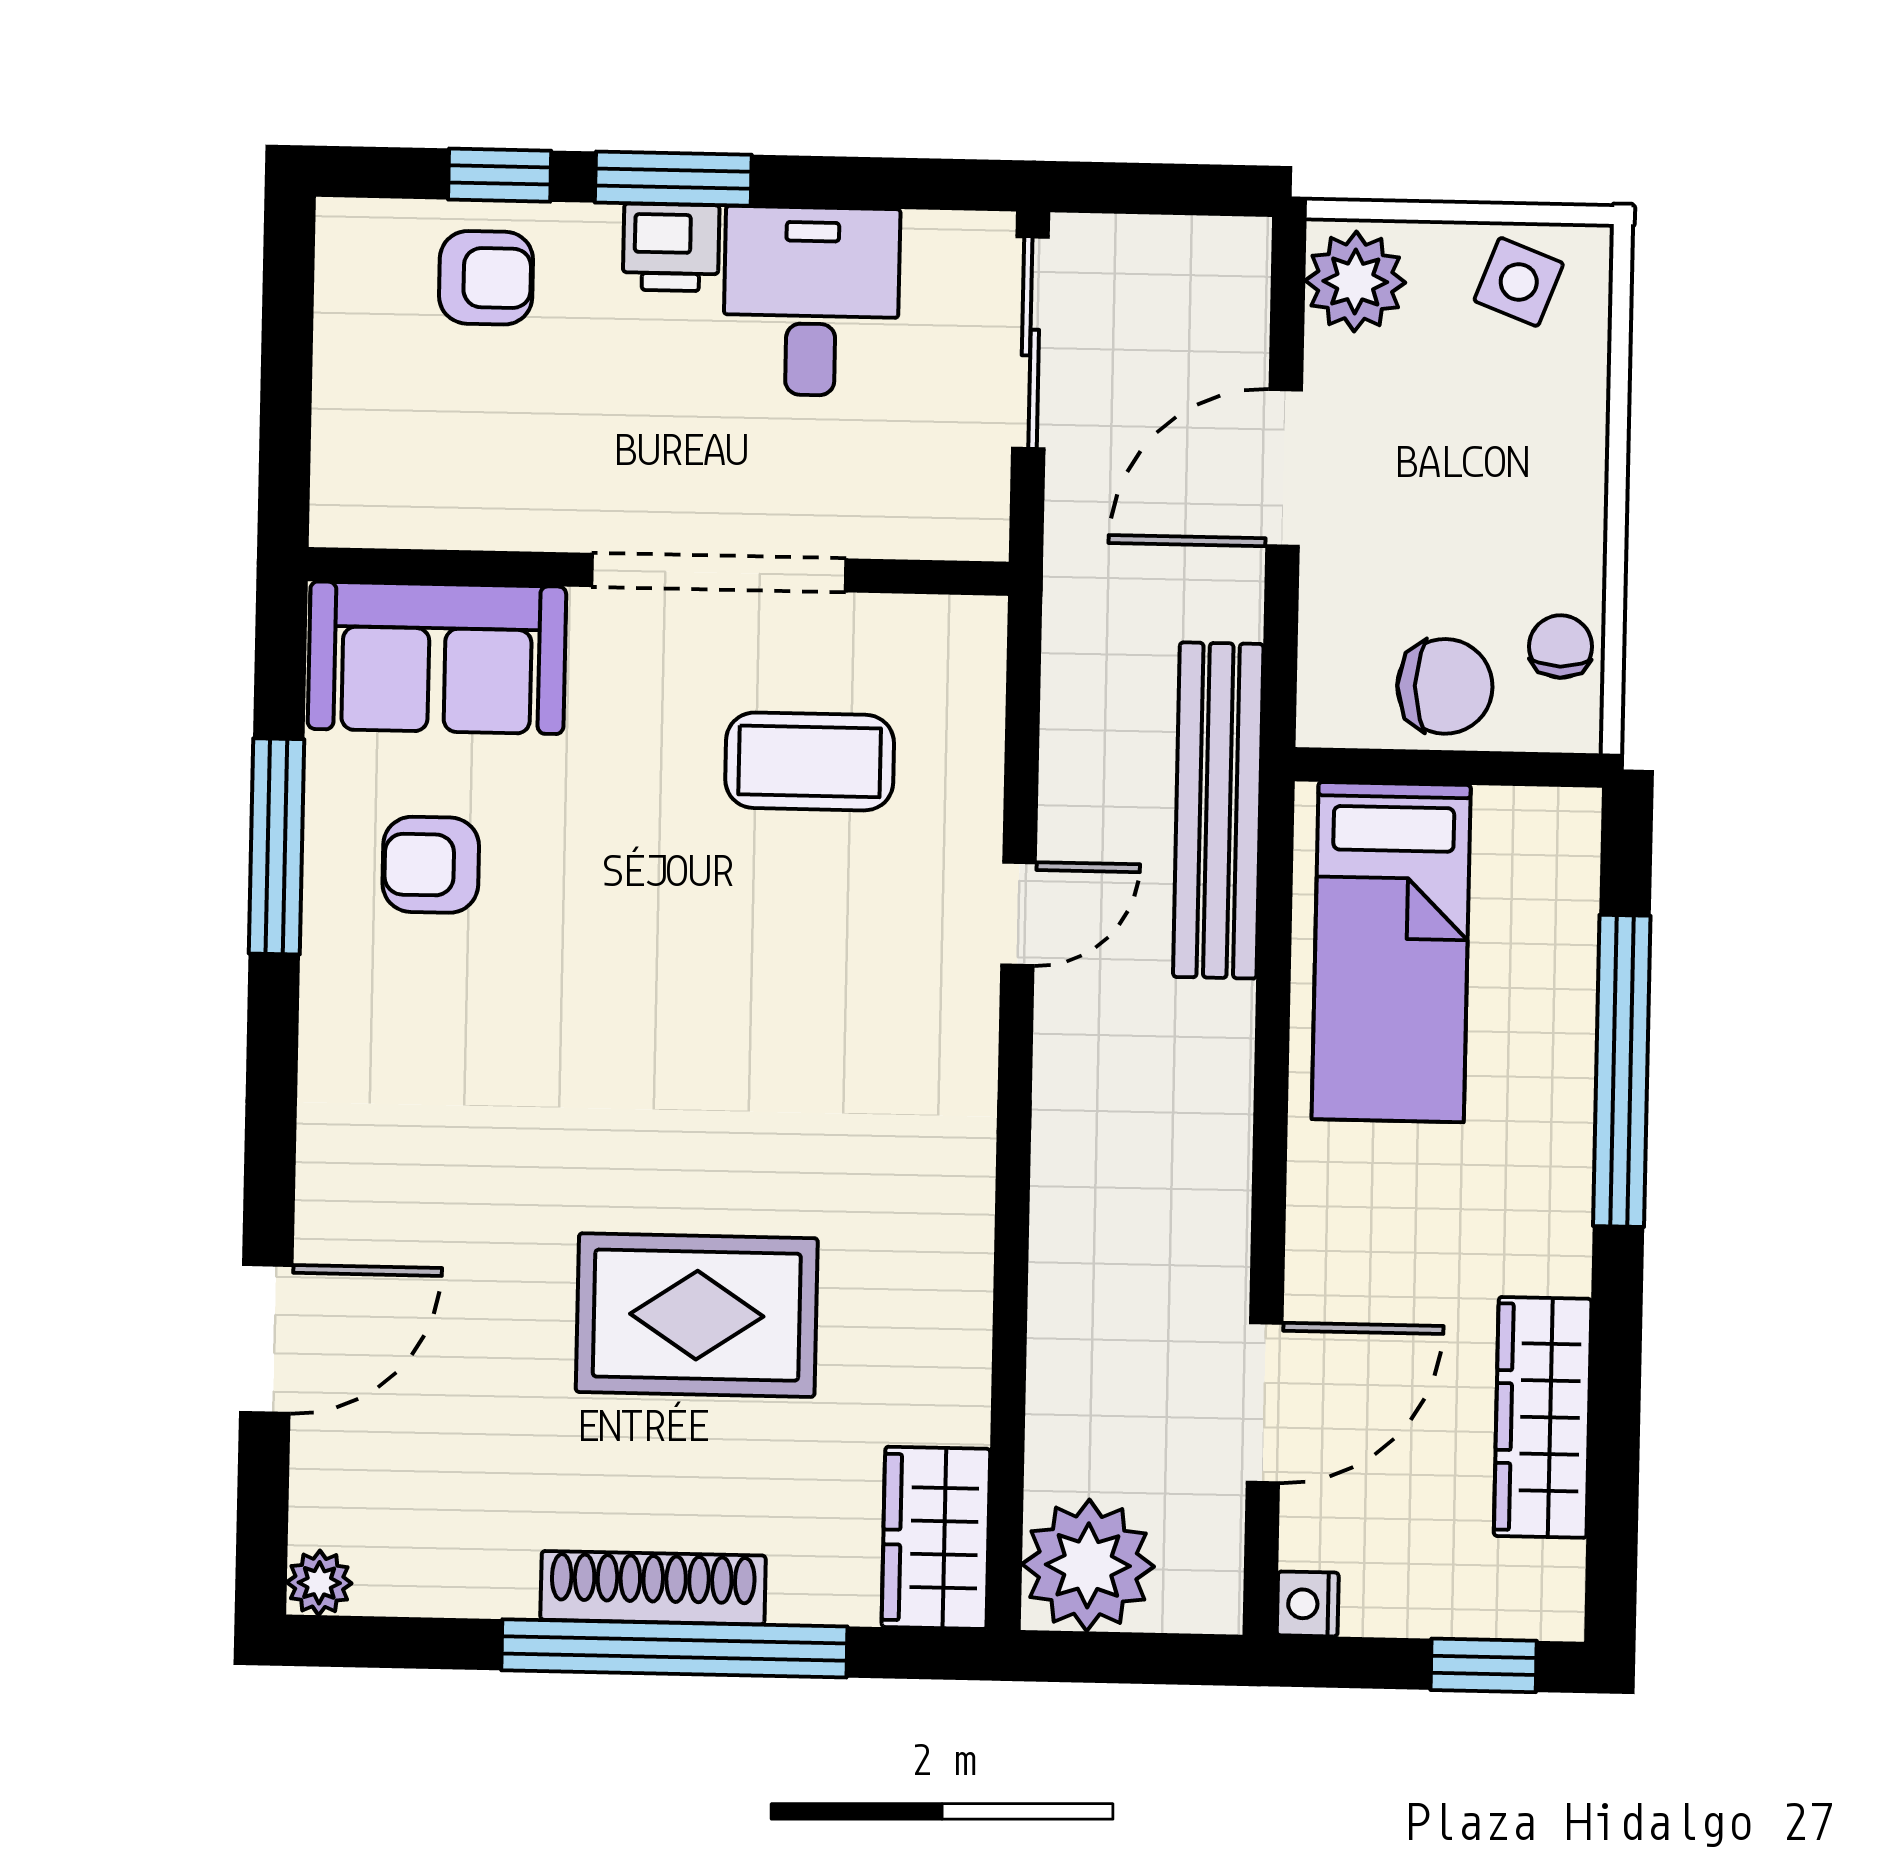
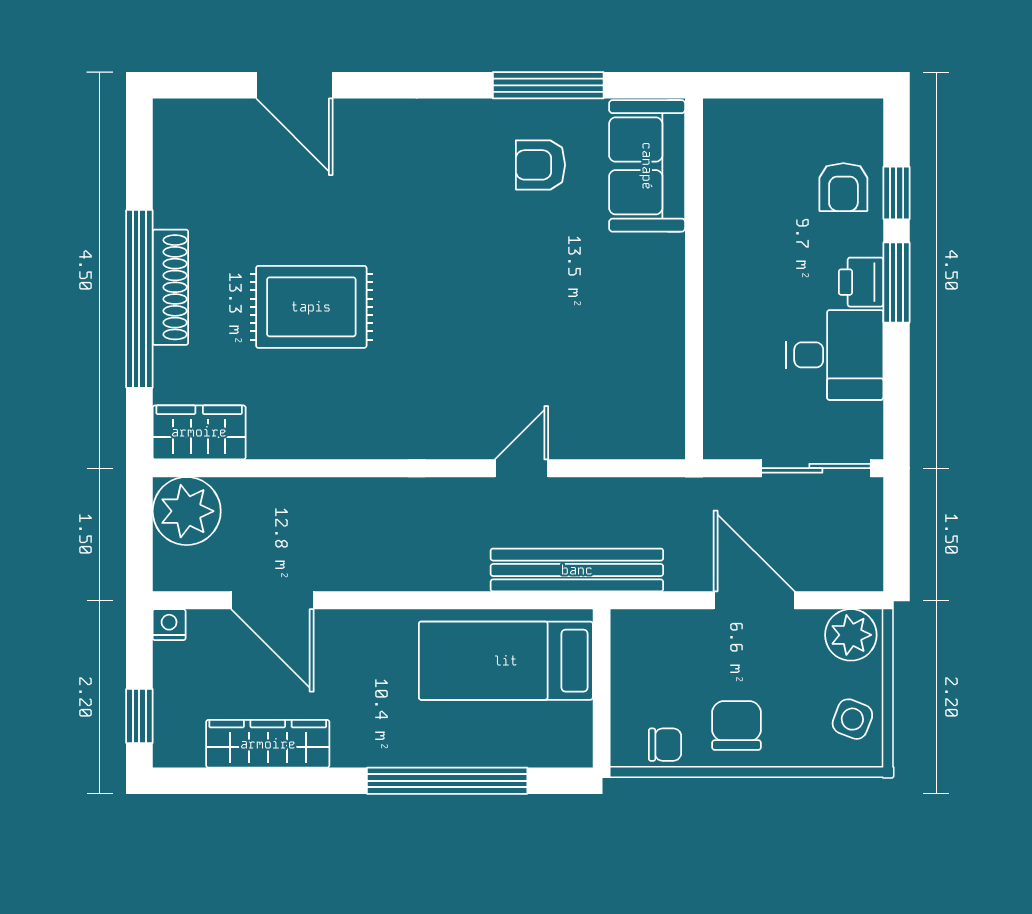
doorway: (719, 573) -> (694, 310), removed
chair: (1445, 686) -> (737, 725), moved, turned 180
coffee table: (810, 761) -> (598, 359), removed
armchair: (431, 865) -> (540, 165), turned -90
door: (1018, 914) -> (522, 468), swing flipped
rug: (697, 1315) -> (311, 307), turned 90
plant: (319, 1583) -> (169, 115), removed

